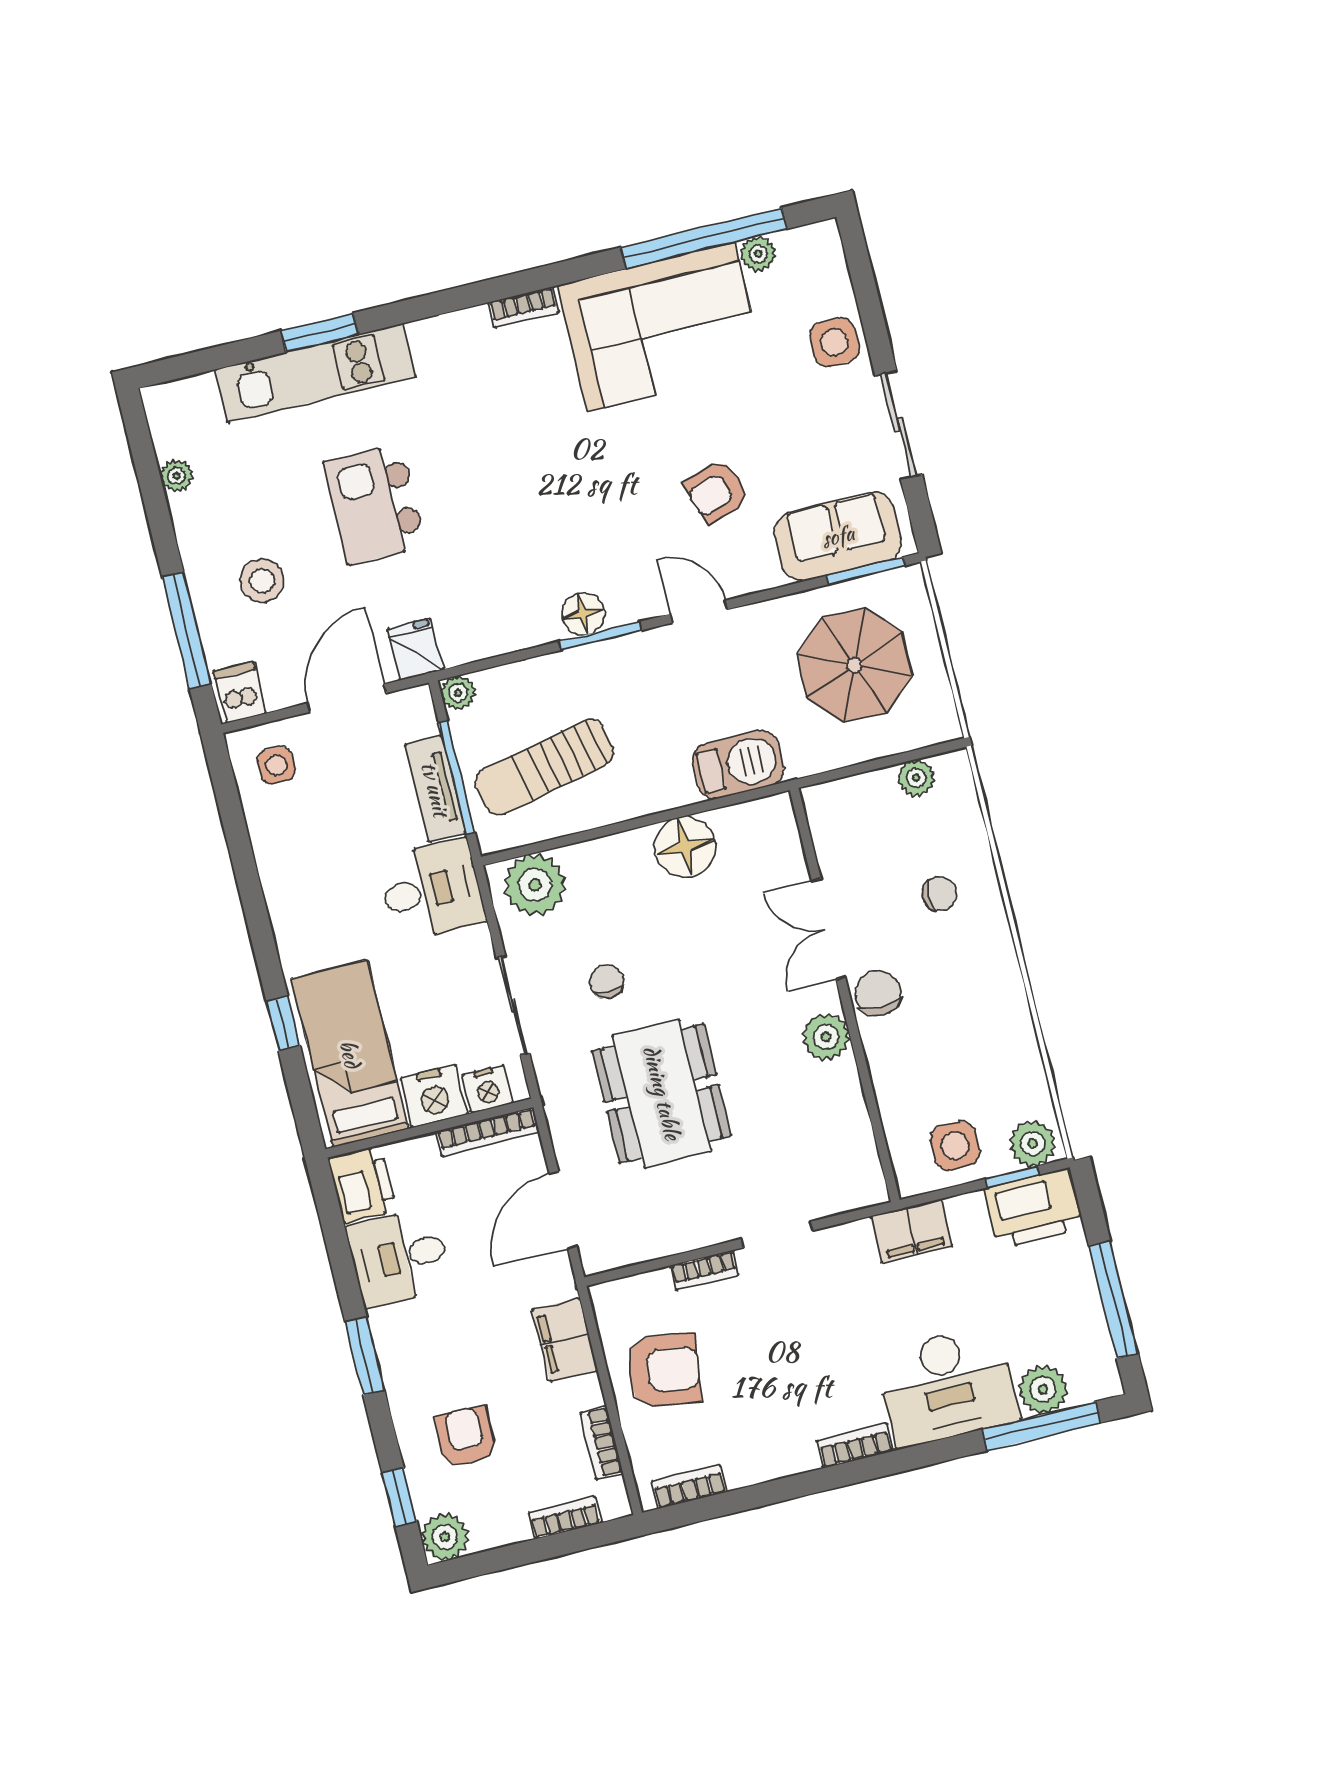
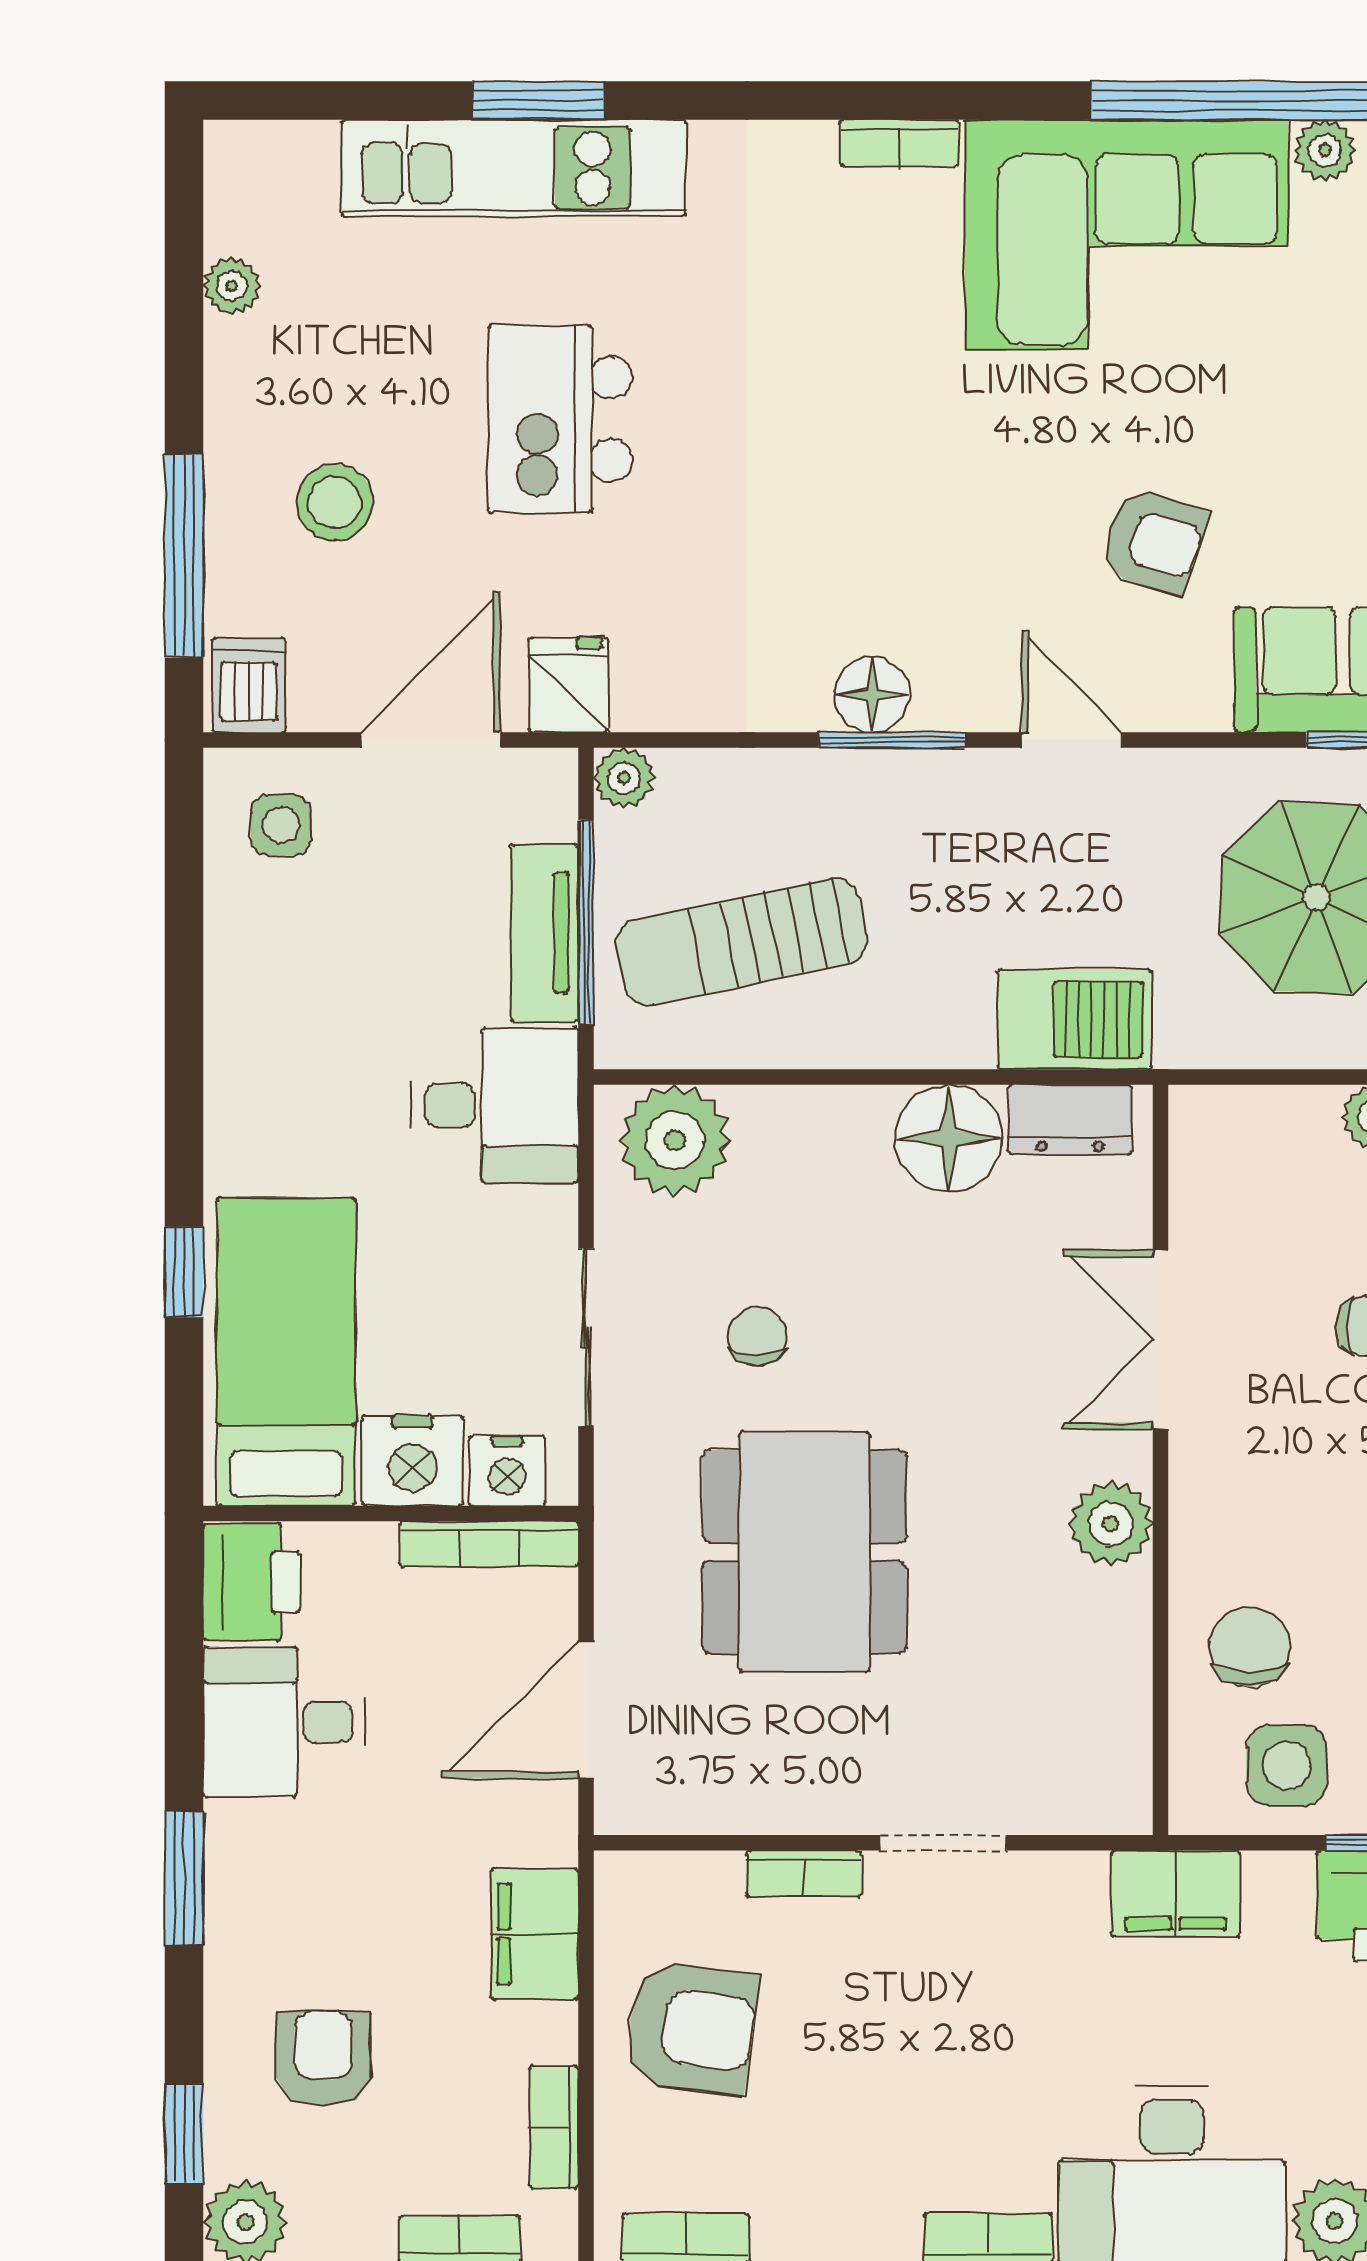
armchair: (717, 492) -> (1153, 541), turned -144
dresser: (749, 820) -> (1070, 1119), added
chair: (878, 993) -> (1250, 1647), moved

